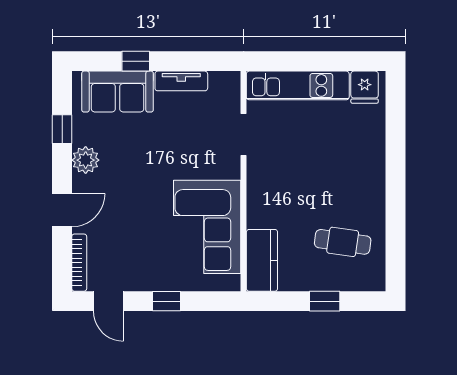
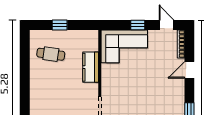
plant: (86, 160) -> (178, 95), removed
corner sofa: (207, 227) -> (124, 46), moved, turned 90
kitchen counter: (262, 260) -> (91, 67), moved

